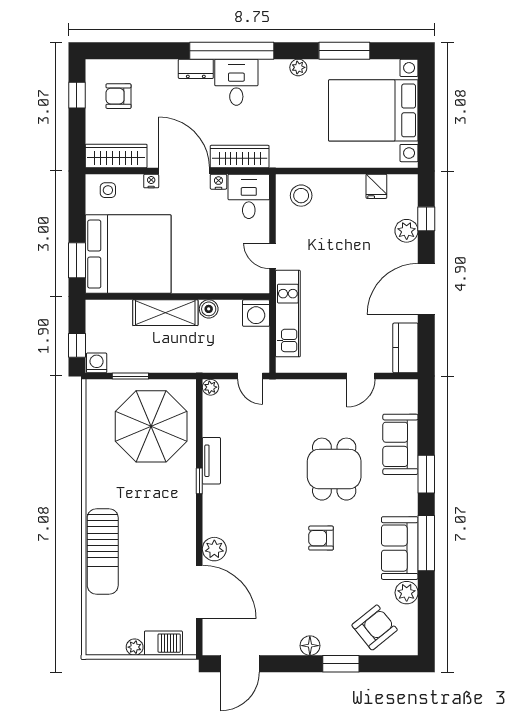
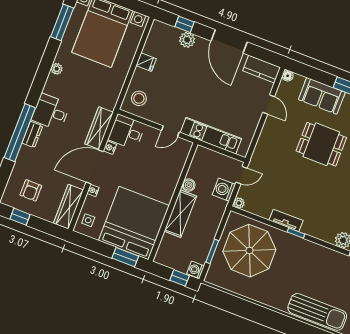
window: (232, 51) -> (20, 133), moved
window: (344, 51) -> (62, 22), moved
fridge: (376, 186) -> (146, 62), moved
washing machine: (256, 313) -> (224, 190), moved, turned 180
floor lamp: (410, 387) -> (288, 76), added

